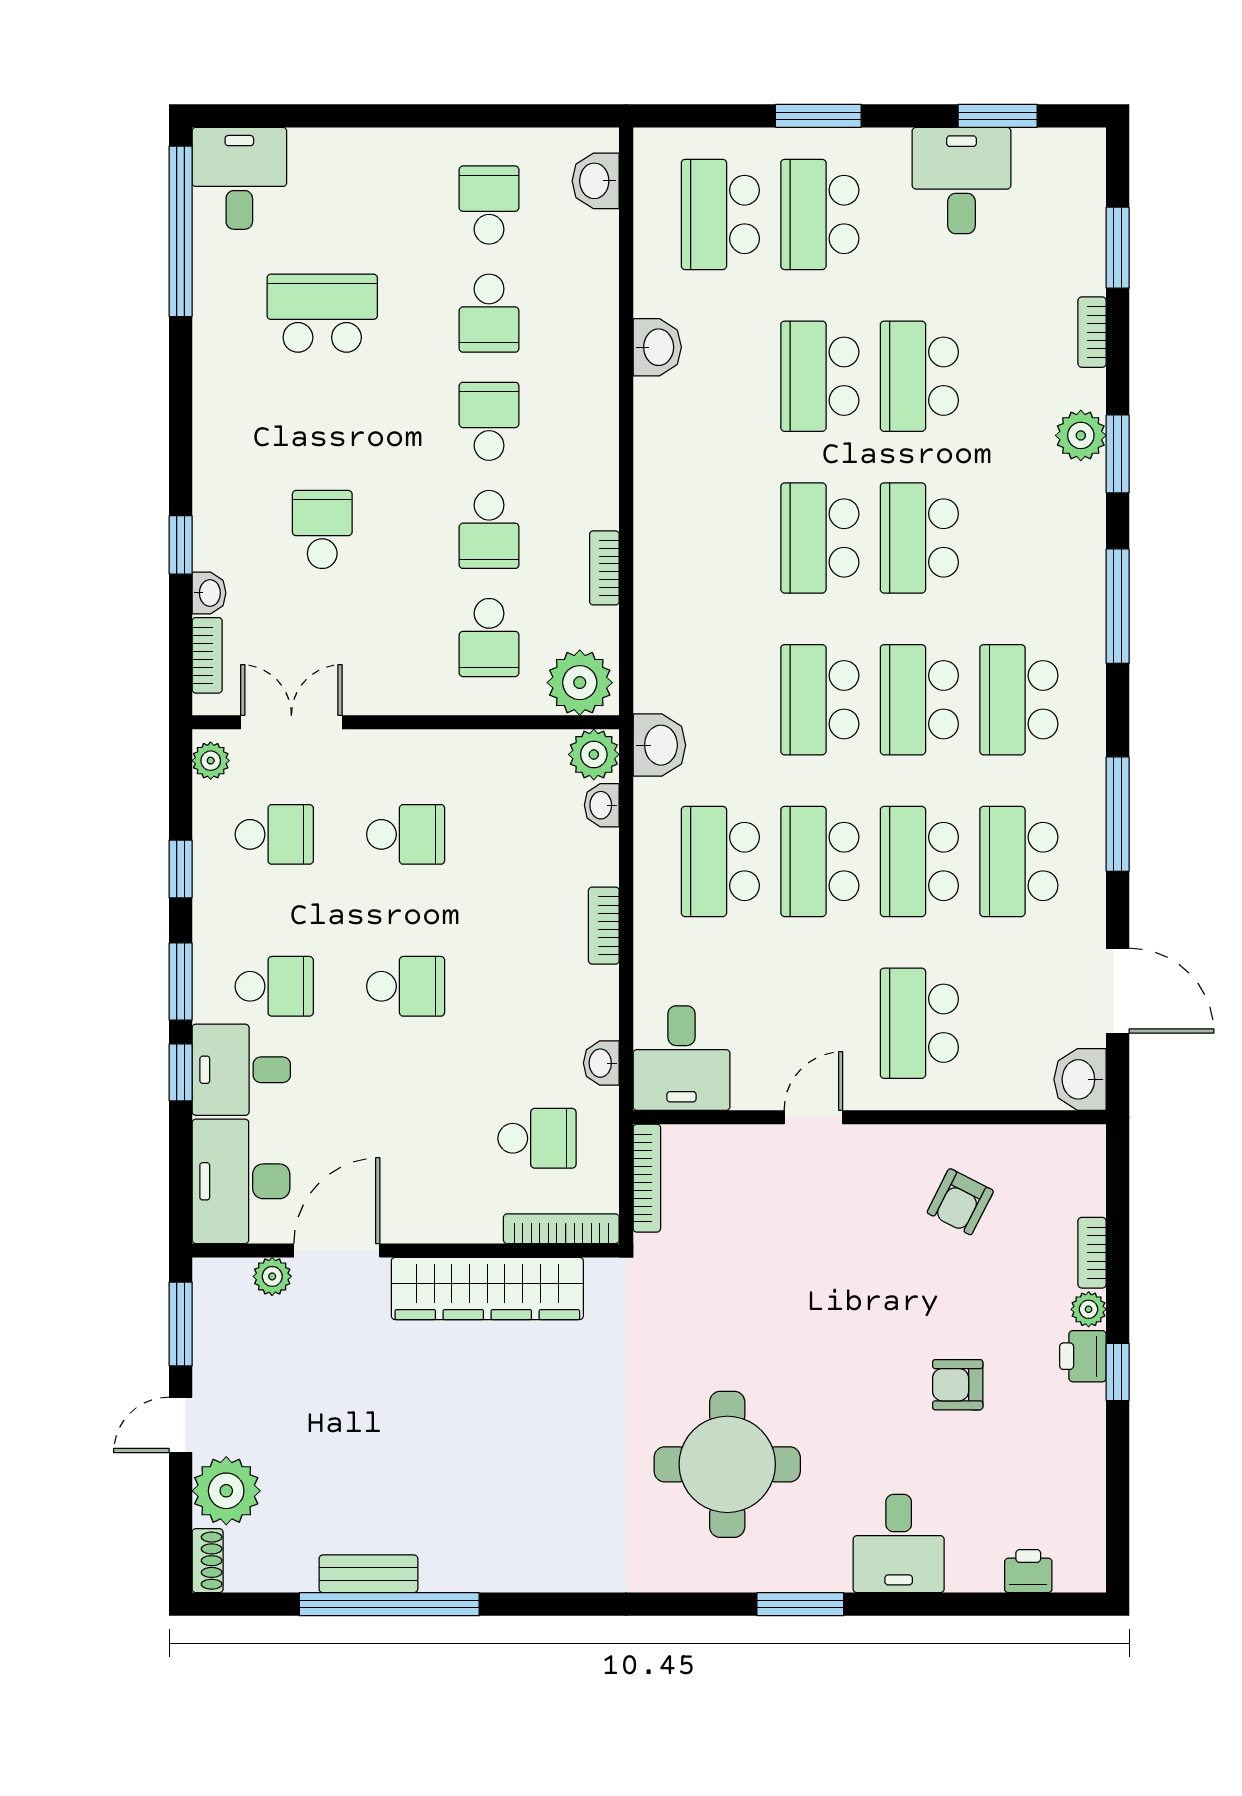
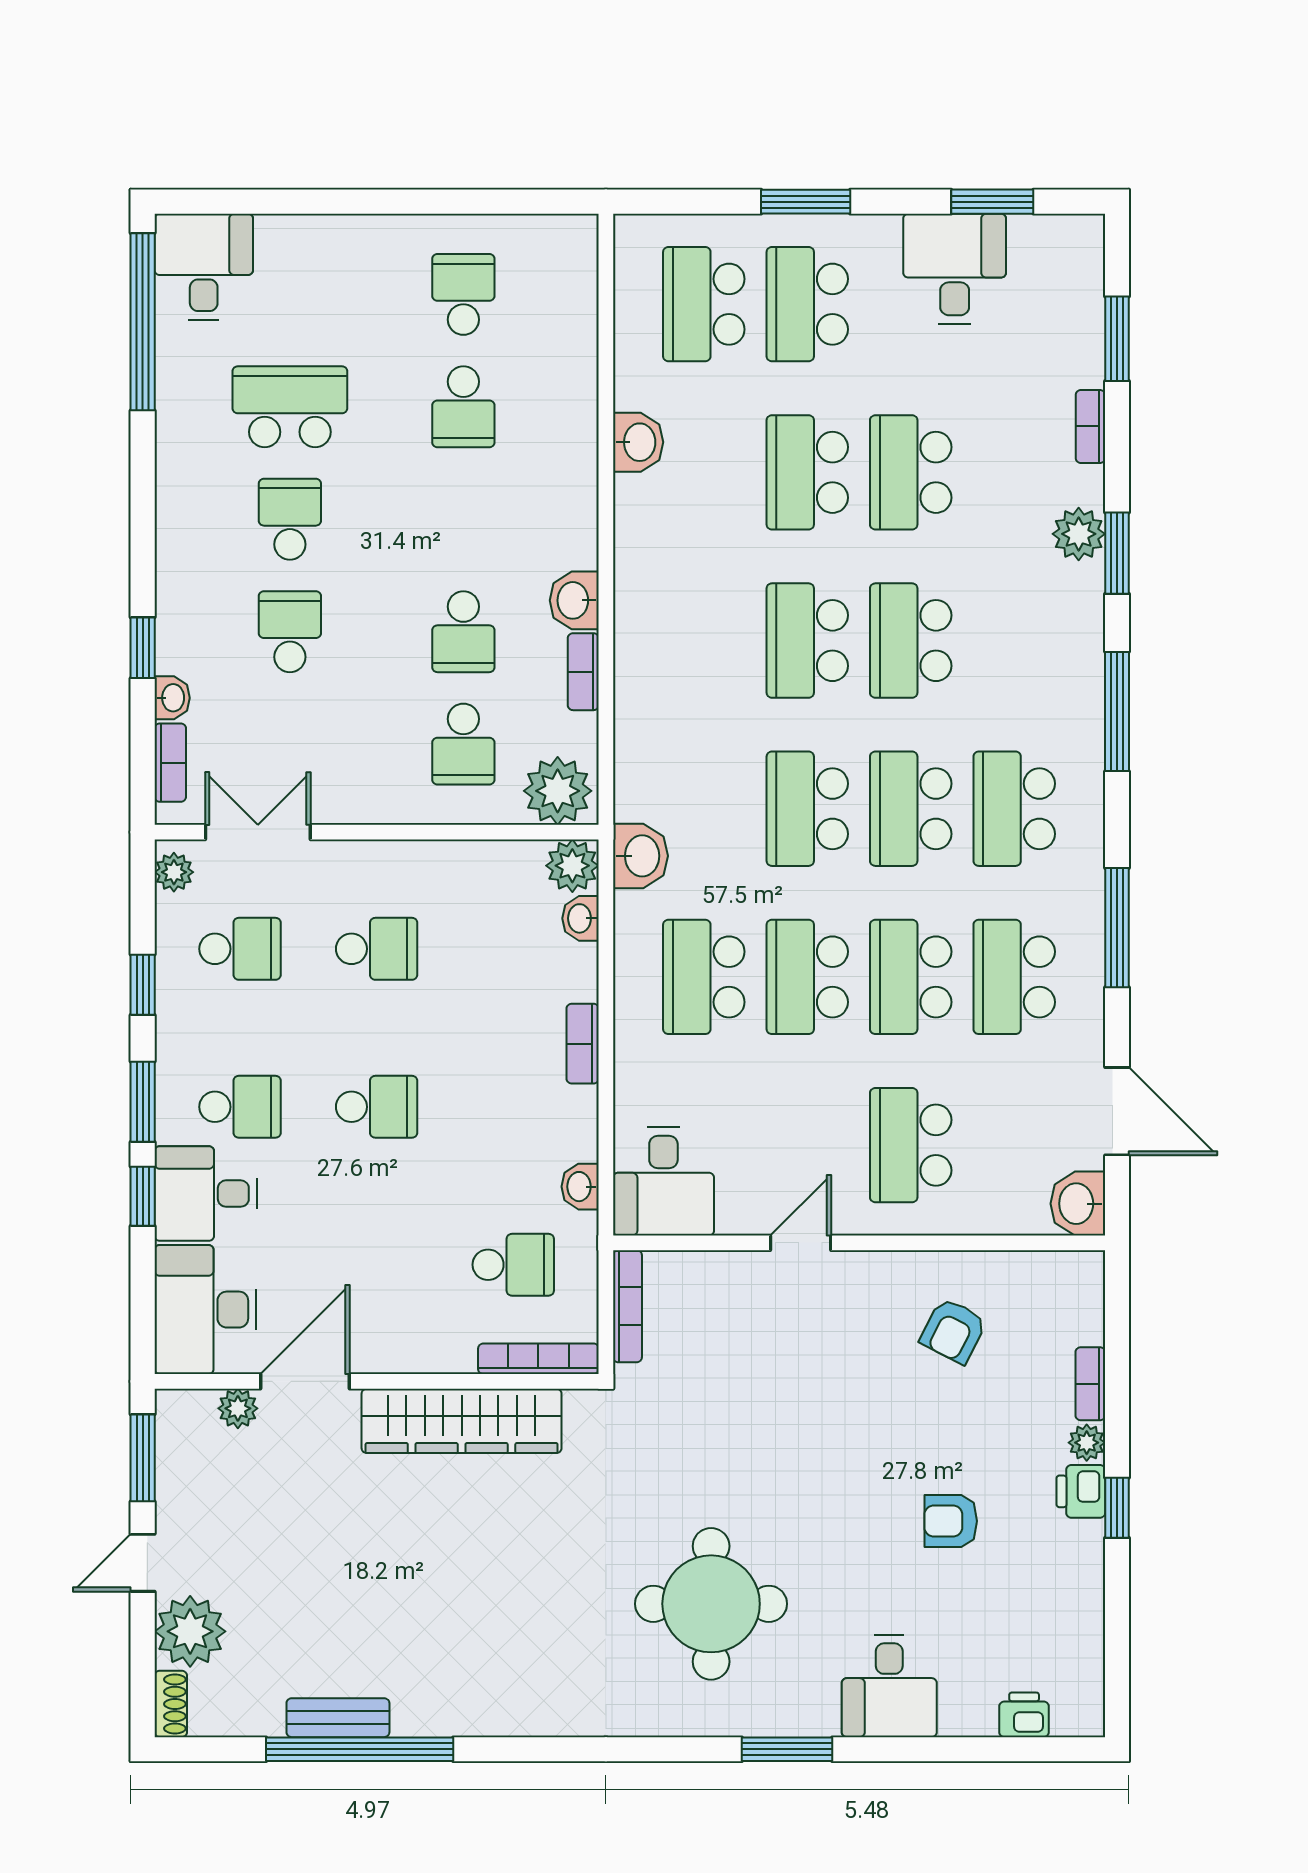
washbasin: (596, 181) -> (574, 600), moved
school desk: (489, 421) -> (290, 519), moved

